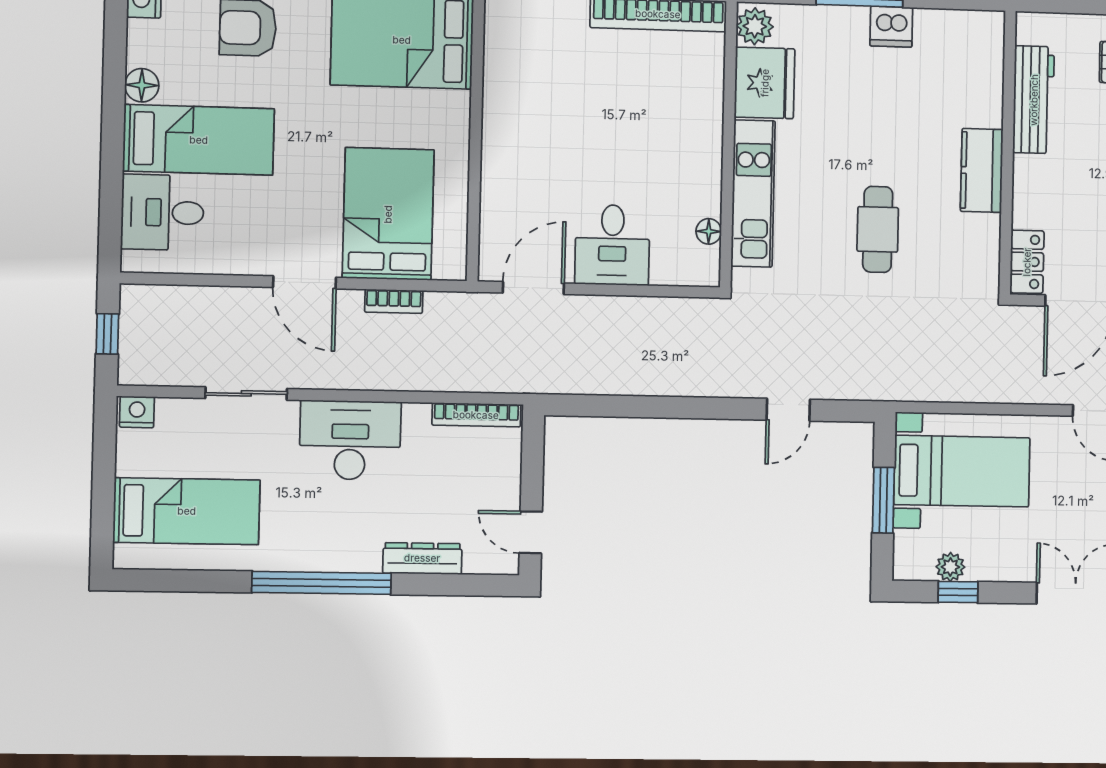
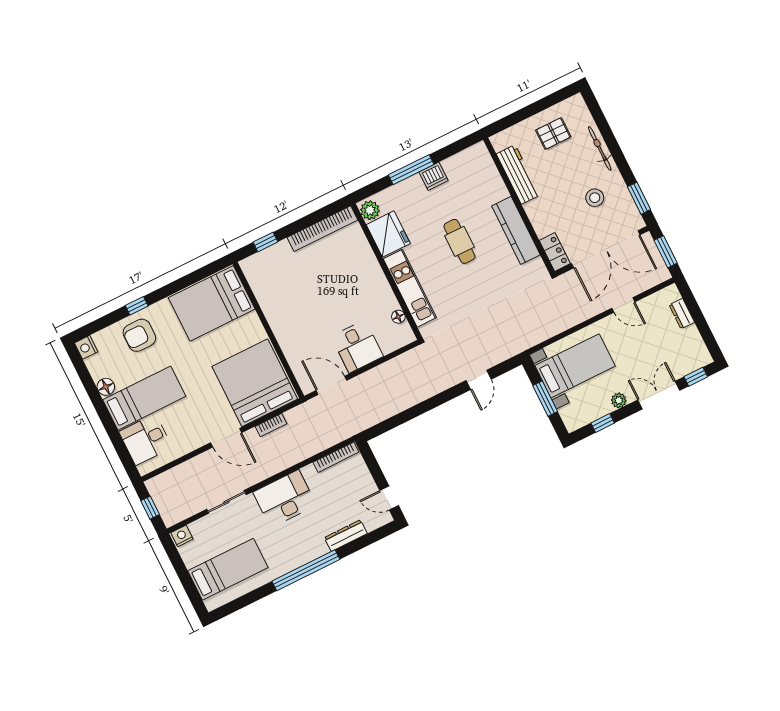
kitchen counter: (982, 170) -> (516, 230), width x1.50
bed: (388, 214) -> (255, 383), width x1.36
cafe table: (878, 229) -> (459, 241), moved
door: (533, 288) -> (331, 385), hinge flipped
plant: (950, 567) -> (619, 400), moved

